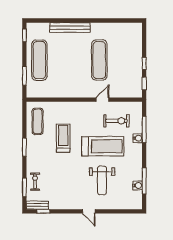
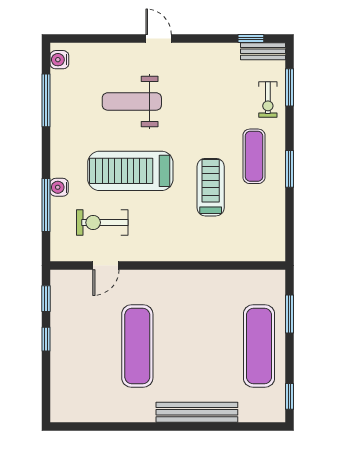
door: (102, 100) -> (106, 266), moved
exercise mat: (38, 121) -> (254, 156), moved
treadmill: (63, 138) -> (211, 187), turned 180
weight bench: (102, 180) -> (132, 101), turned -90
water cooler: (138, 185) -> (59, 60), moved

